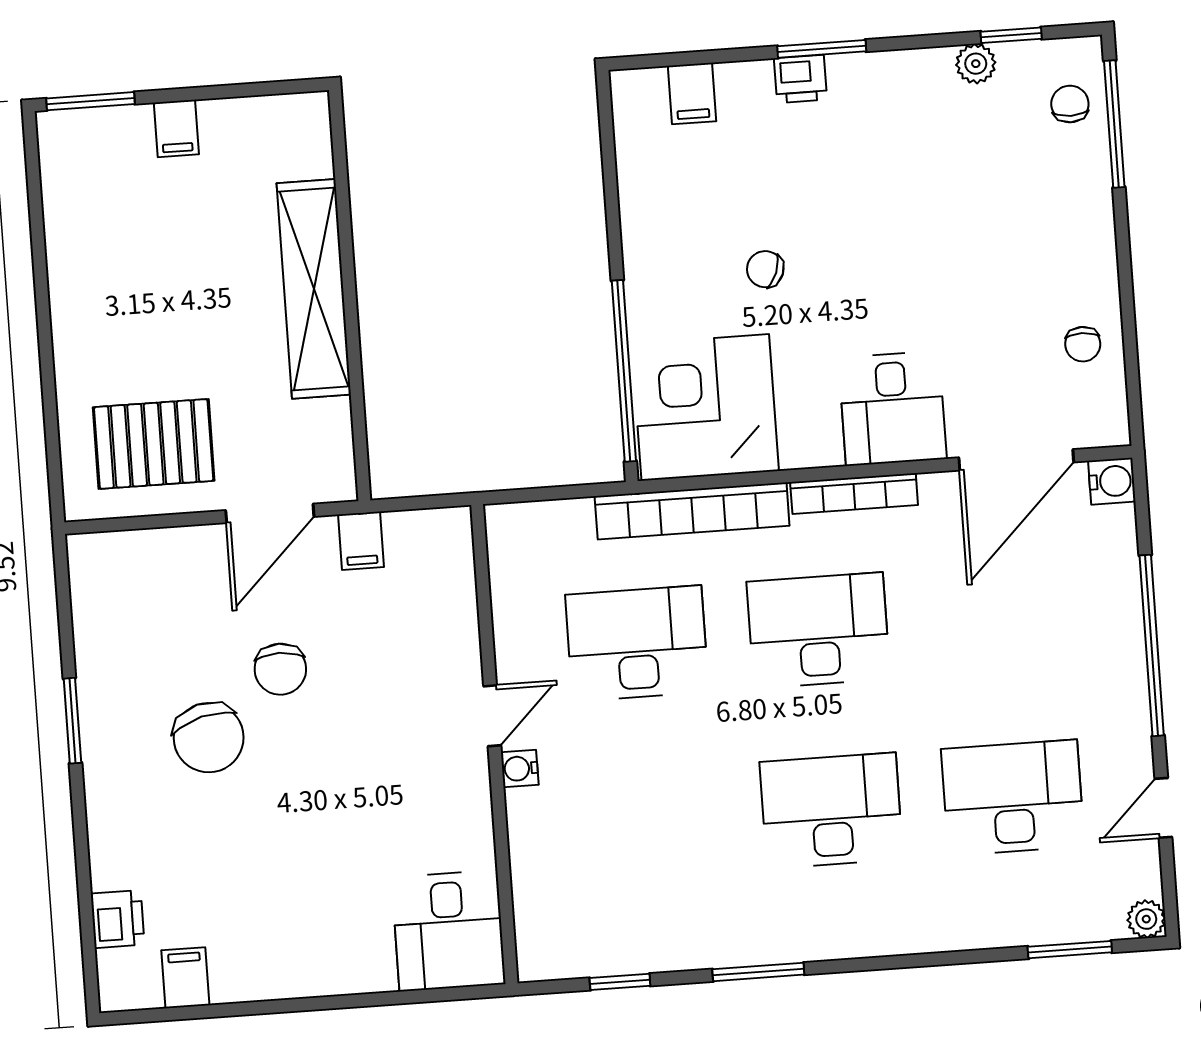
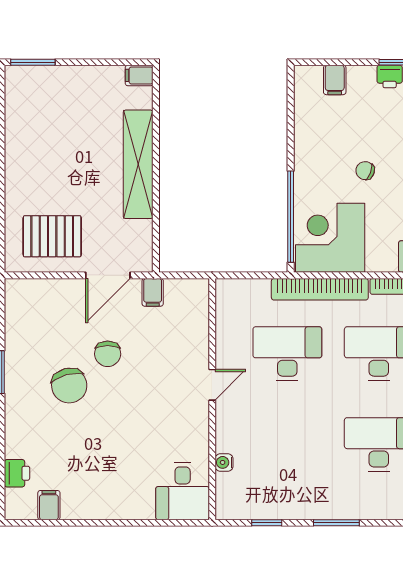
filing cabinet: (176, 128) -> (139, 75), moved, turned 90
water cooler: (520, 769) -> (224, 462), moved

